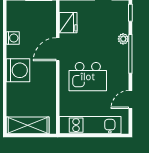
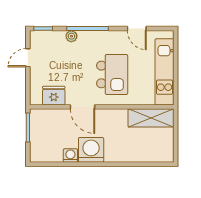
washing machine: (18, 70) -> (91, 150), moved
shelving: (28, 125) -> (151, 118), moved, turned 90

